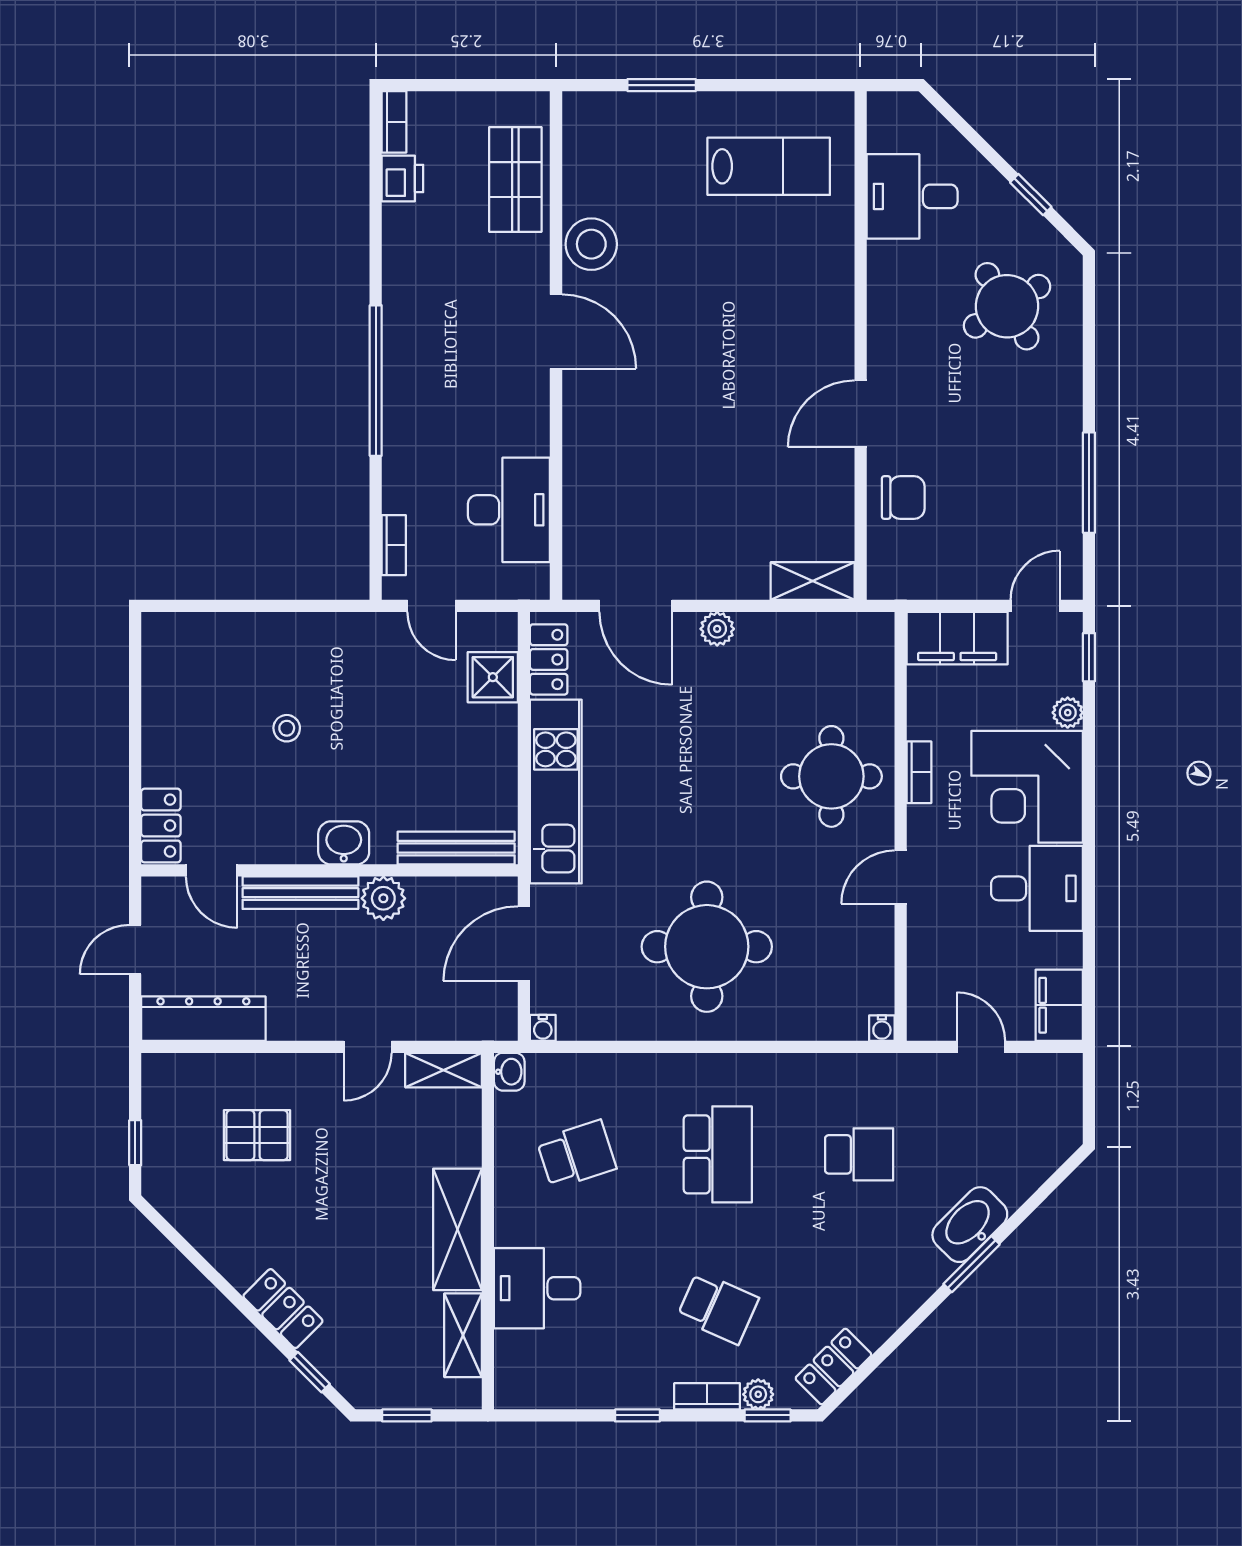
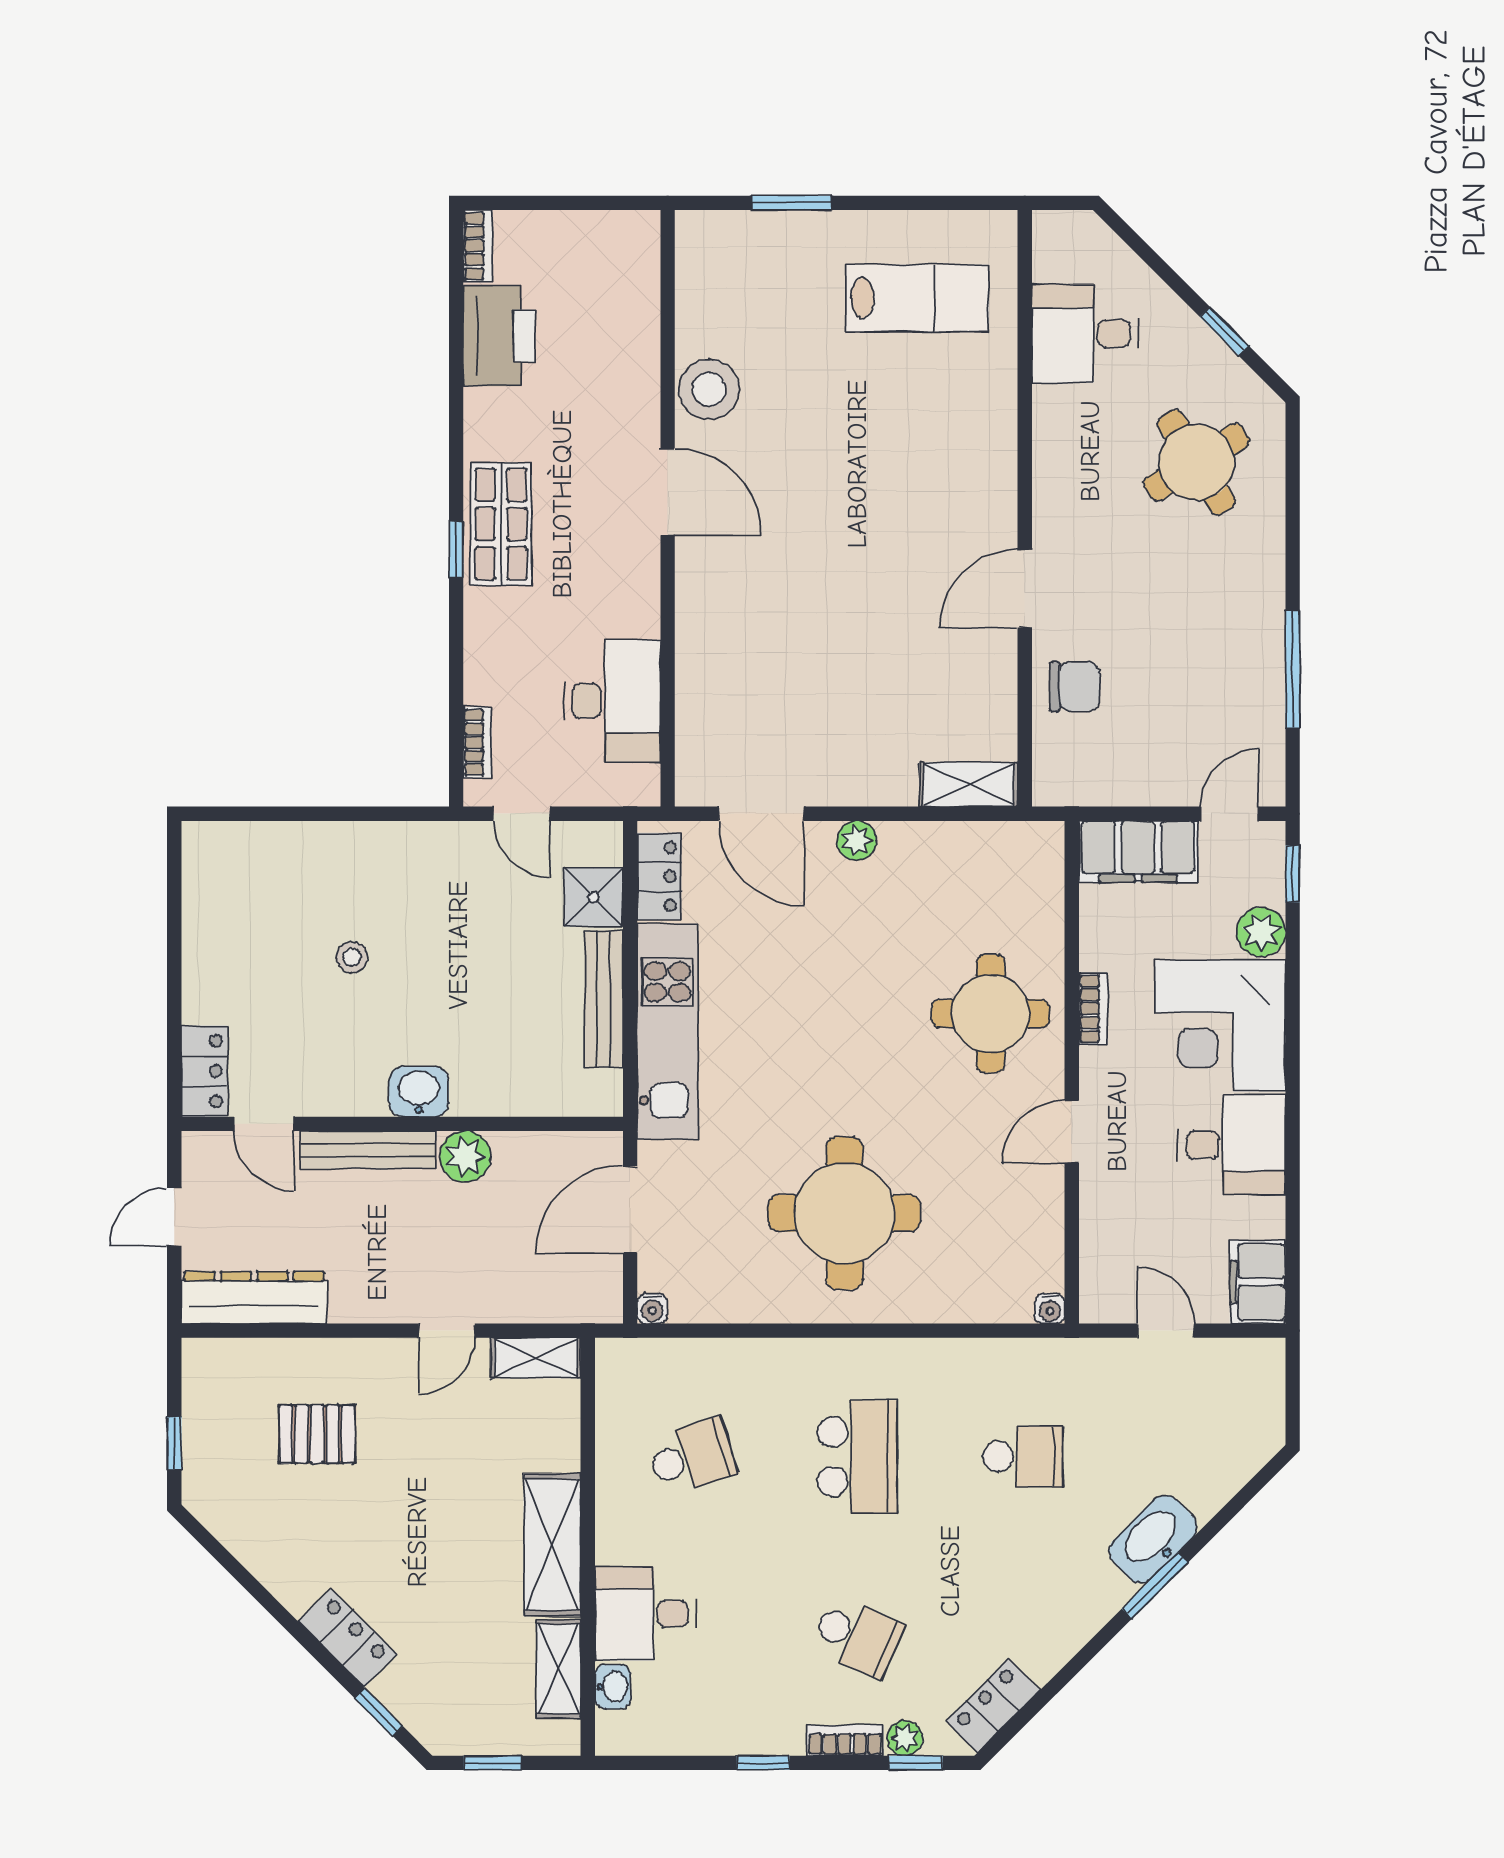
printer: (402, 179) -> (499, 336), width x1.87, depth x1.48
shop shelf: (515, 179) -> (501, 524), moved
window: (376, 381) -> (456, 549), width x0.32
plant: (1068, 713) -> (1261, 932), width x1.38, depth x1.38
bench: (456, 848) -> (604, 999), moved, turned 90
washbasin: (509, 1072) -> (613, 1687), moved

